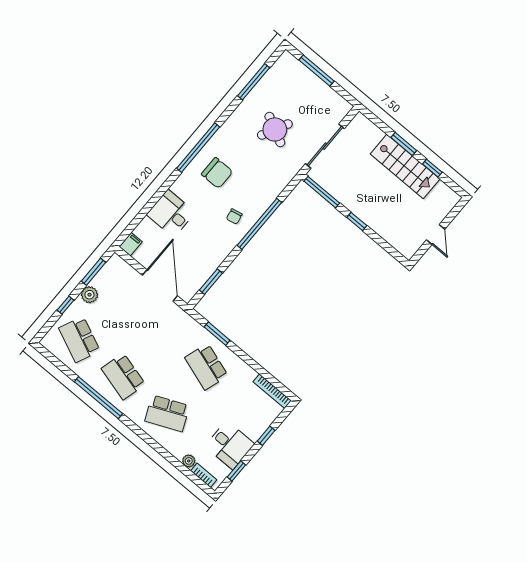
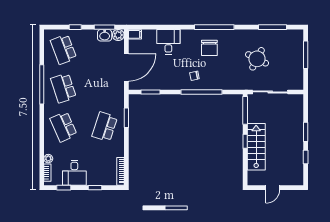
stairs: (405, 167) -> (256, 147), moved, turned 180
washbasin: (103, 280) -> (105, 35), added
plant: (89, 295) -> (118, 35), moved
school desk: (79, 339) -> (63, 49), turned -45
school desk: (123, 376) -> (63, 88), turned -33

